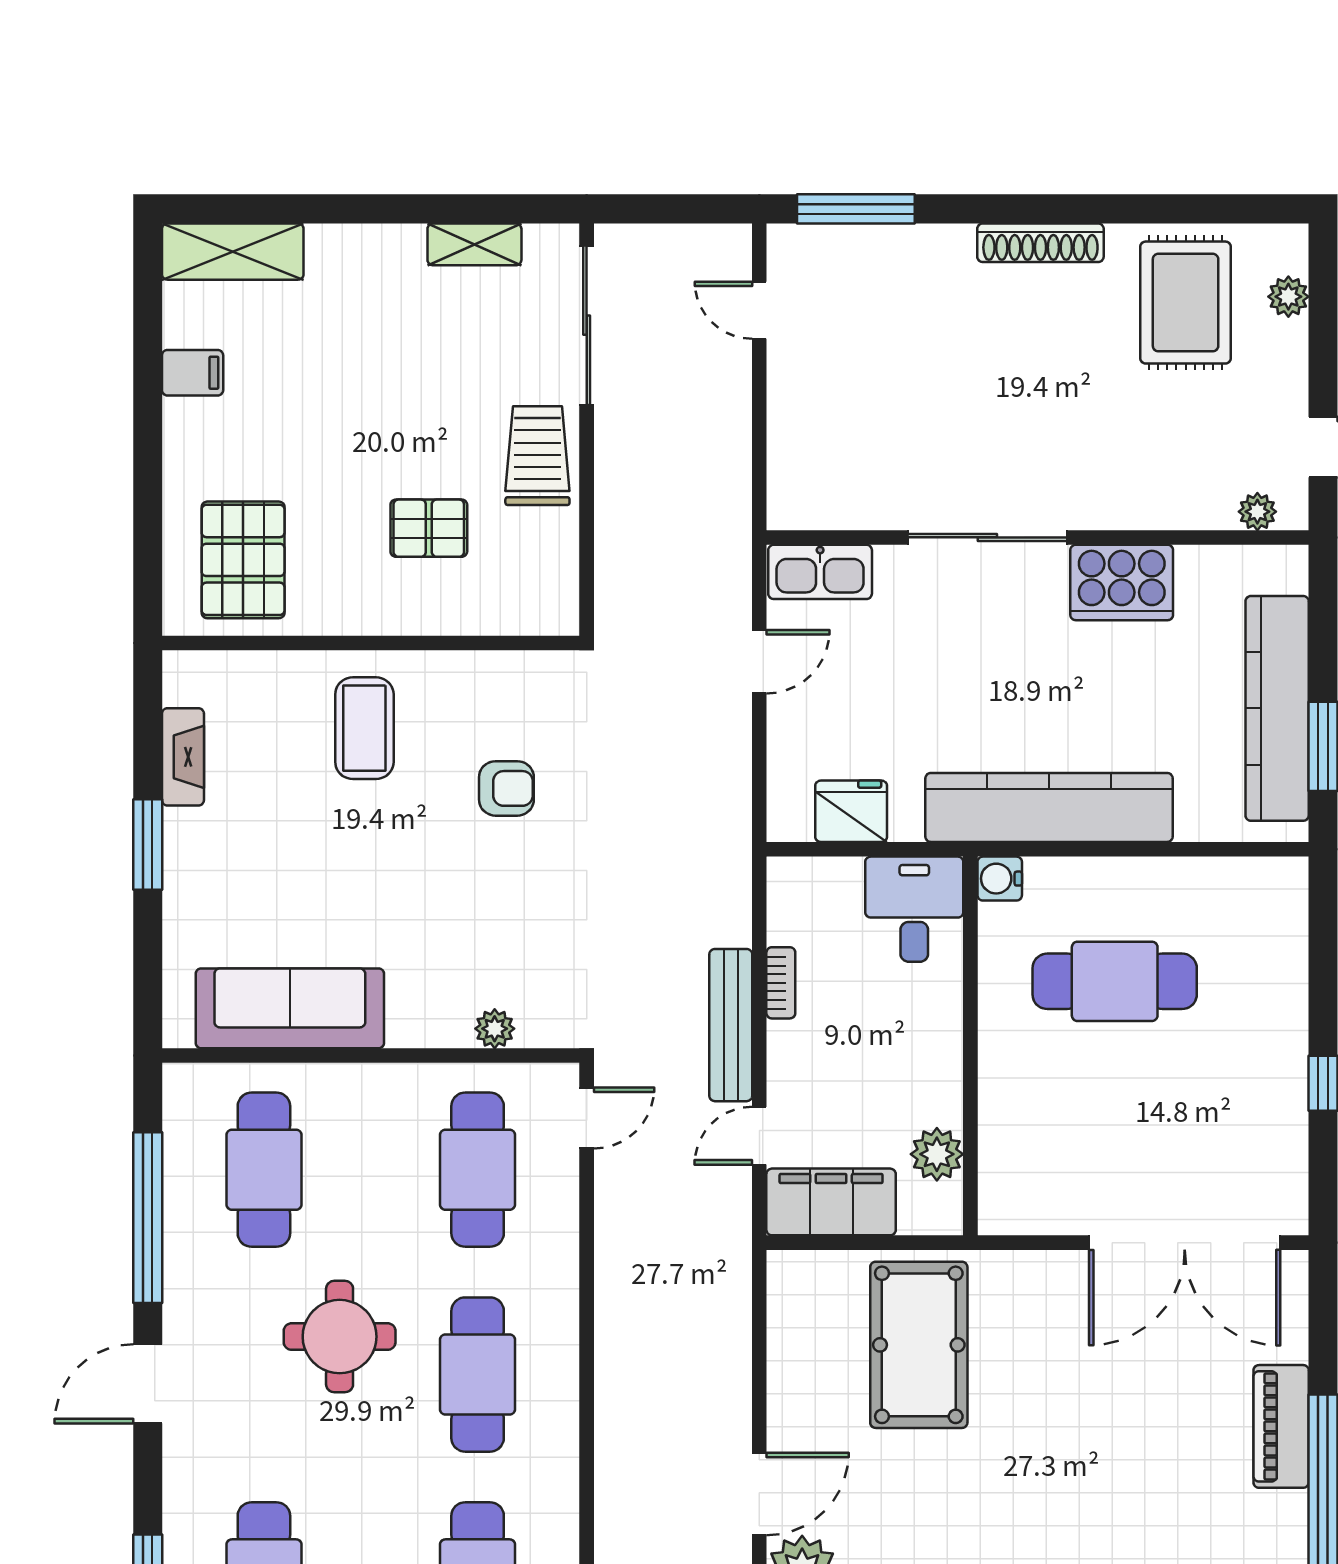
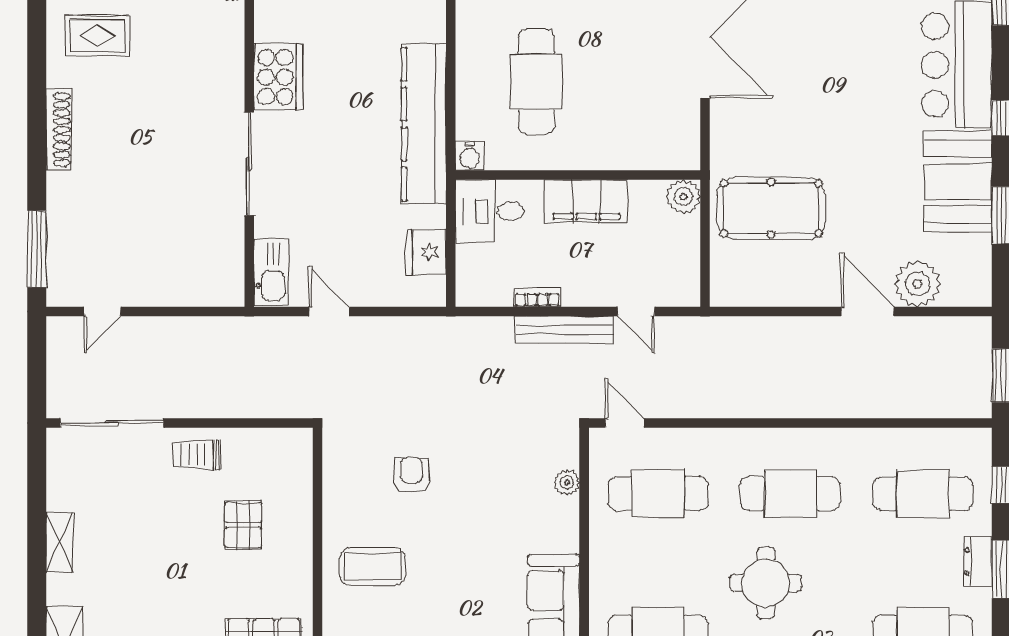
shelving: (474, 244) -> (60, 542), moved
rug: (1186, 303) -> (97, 36), width x0.73, depth x0.70
trolley: (537, 456) -> (196, 455), width x0.73, depth x0.72
plant: (937, 1154) -> (683, 197), moved
filing cabinet: (831, 1202) -> (586, 201), moved, turned -90

